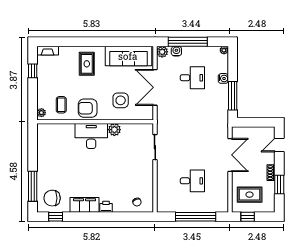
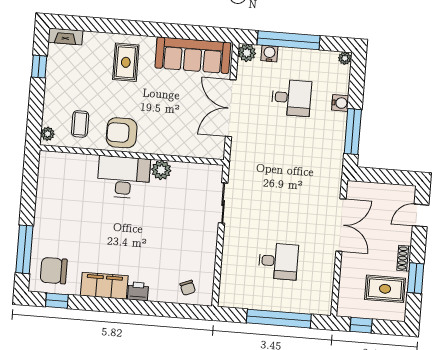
side table: (121, 100) -> (175, 124), removed
rug: (250, 195) -> (385, 289), moved

